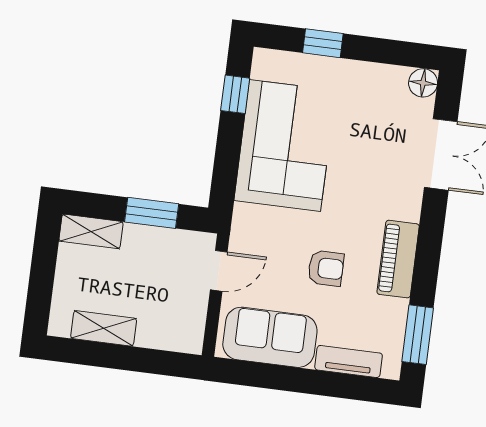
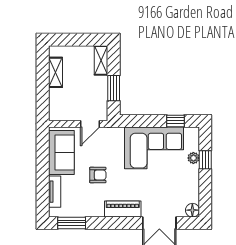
plant: (316, 67) -> (193, 158), added
piano: (398, 259) -> (123, 209), moved
armchair: (326, 268) -> (98, 175), turned -90
door: (219, 271) -> (90, 124), hinge flipped

